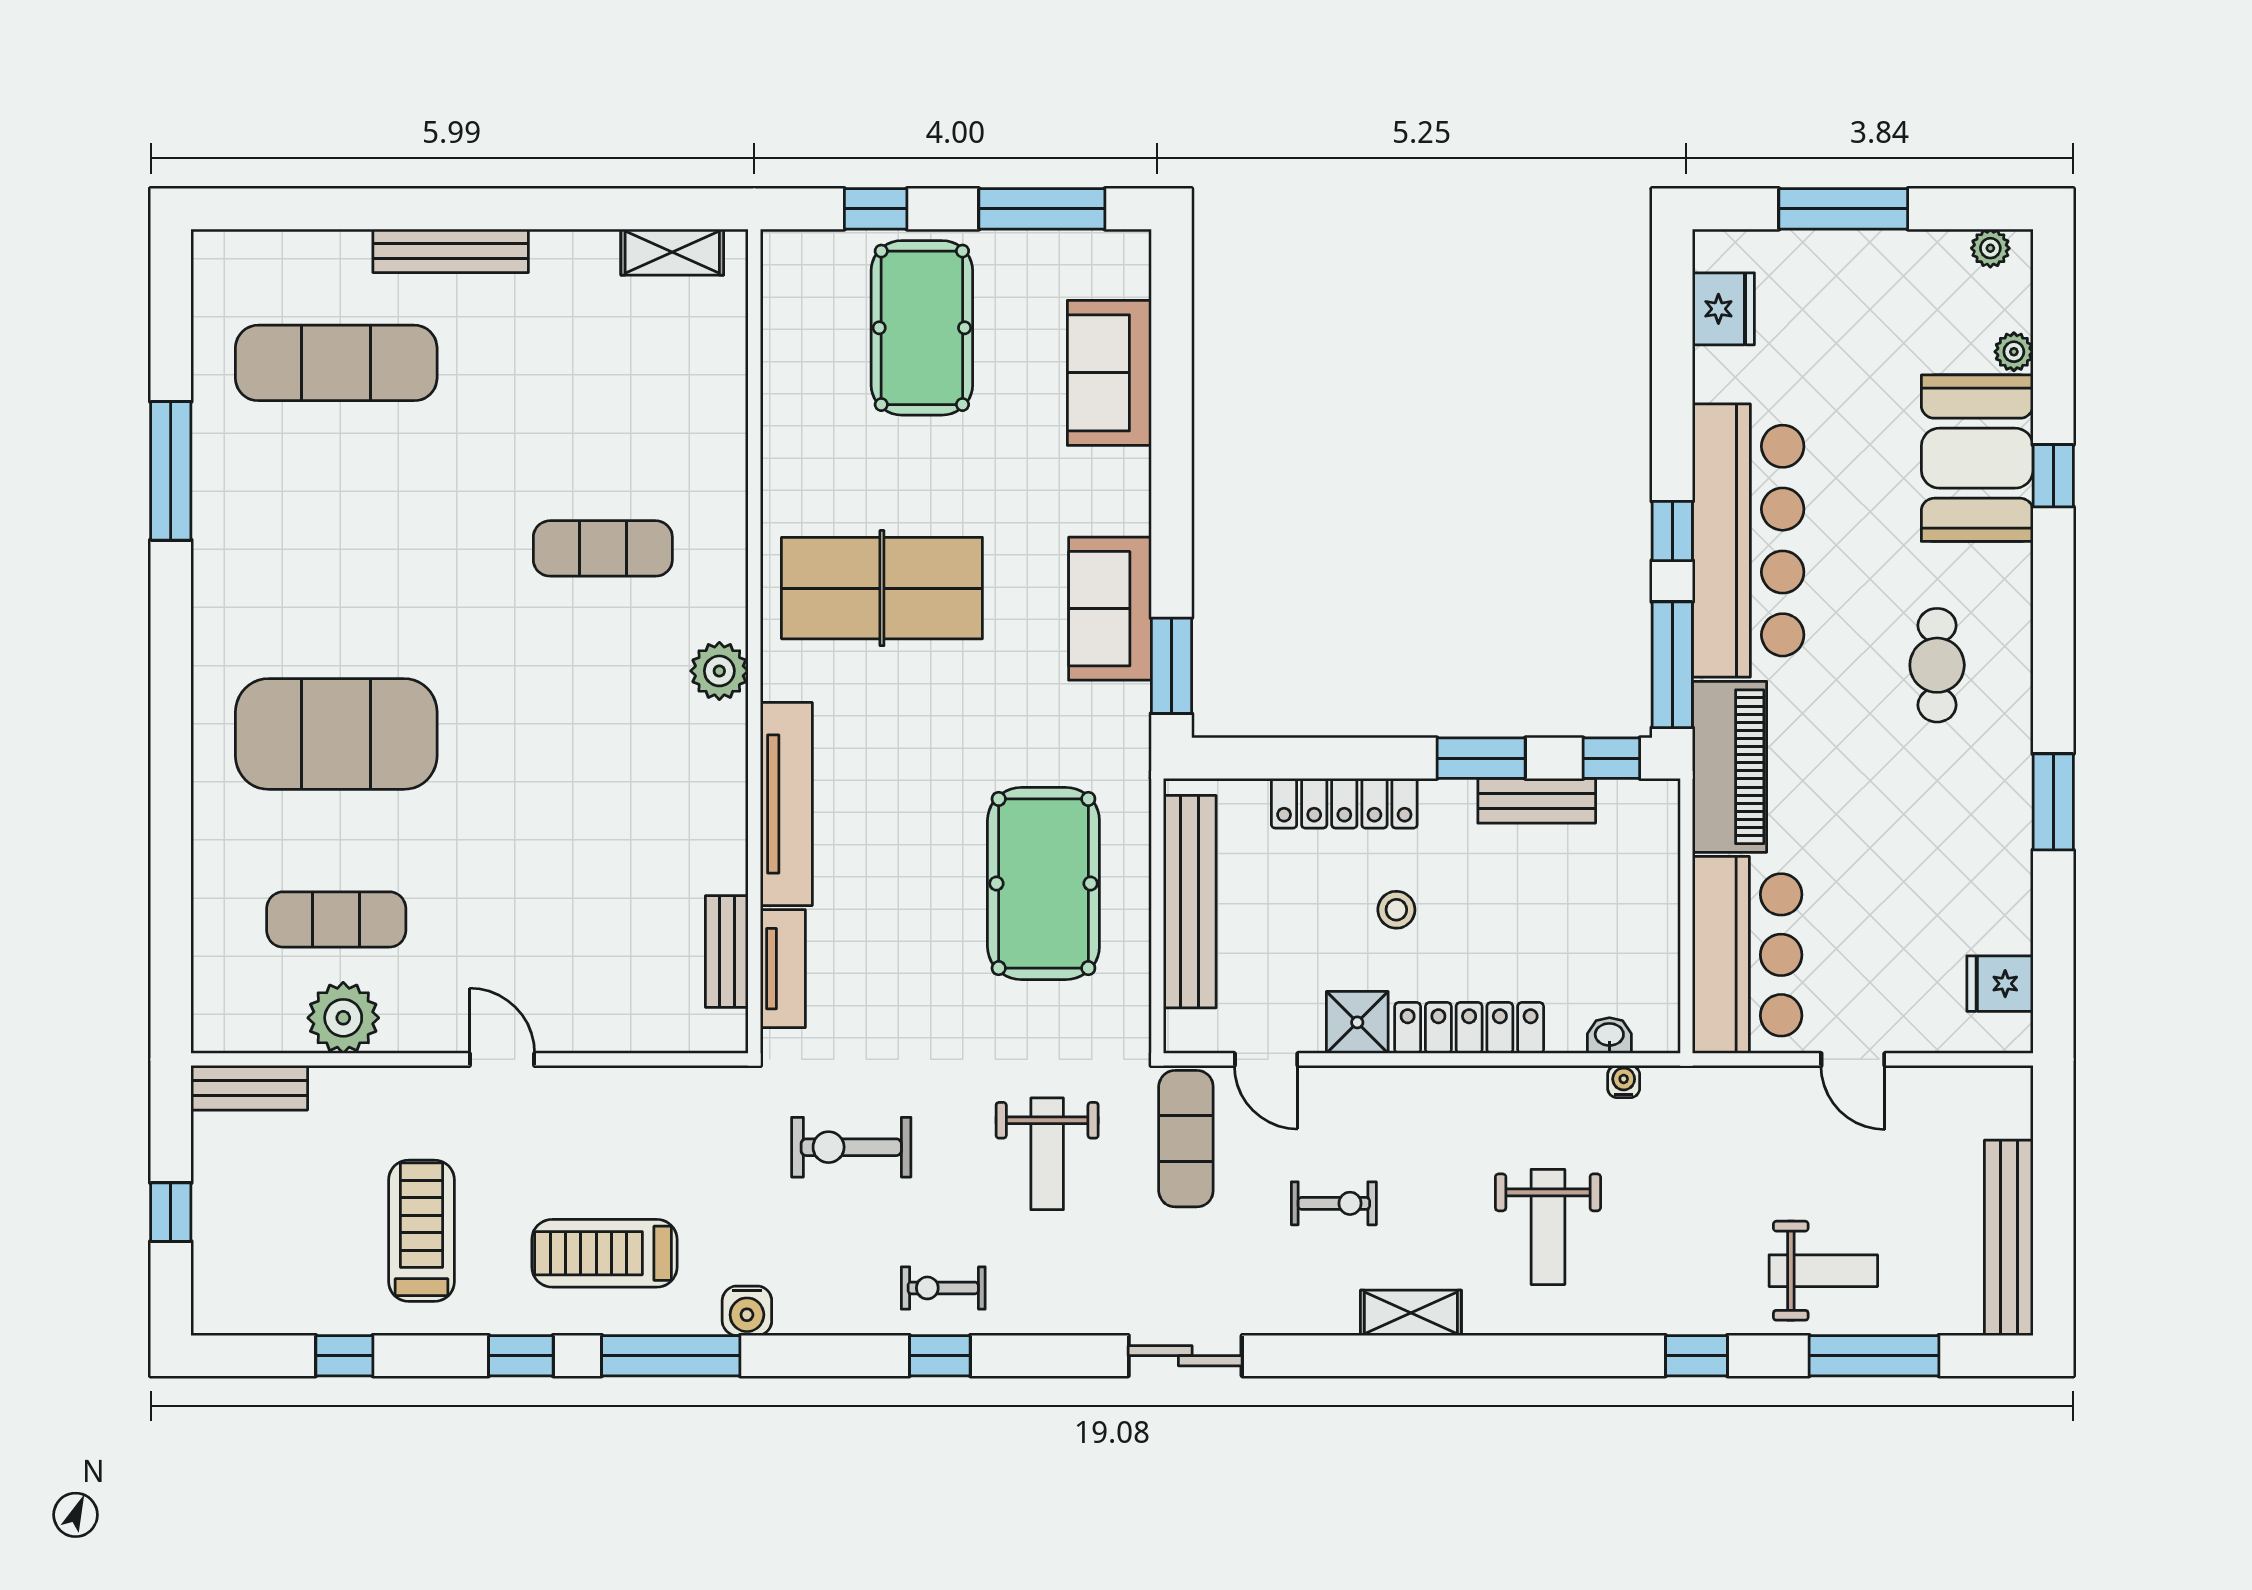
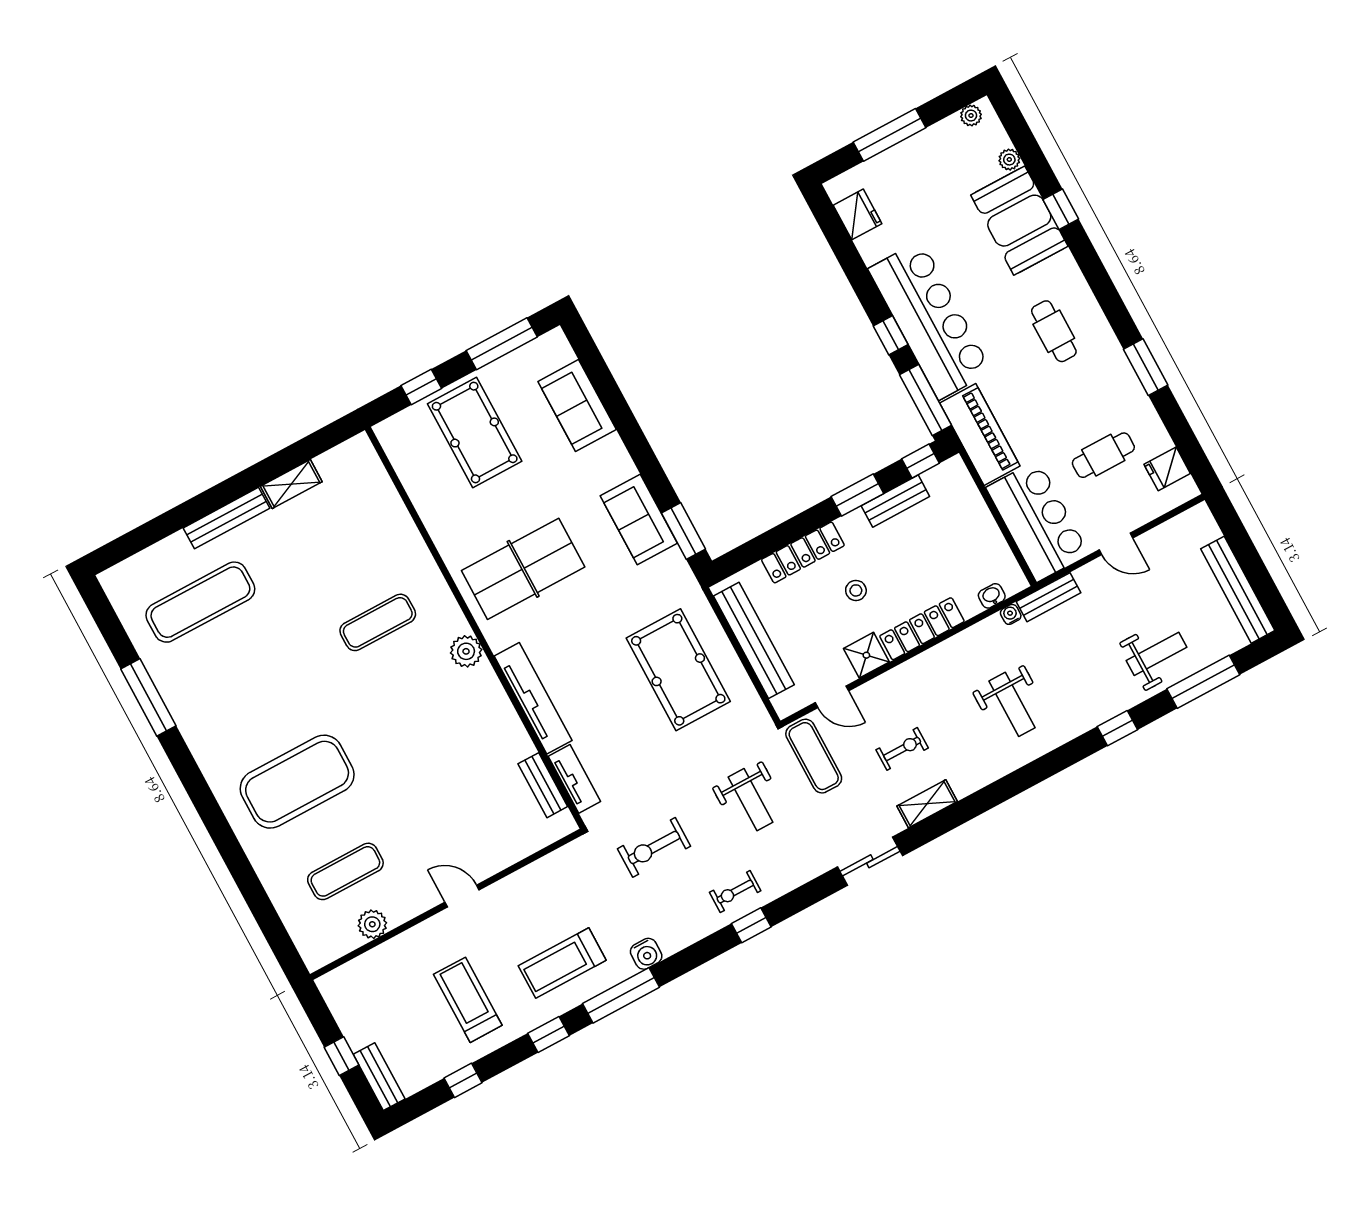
shelving: (672, 252) -> (291, 484), moved
cafe table: (1909, 906) -> (1103, 455), added
plant: (343, 1018) -> (372, 924), width x0.73, depth x0.73
bench: (1699, 1087) -> (1049, 597), added
bench: (249, 1088) -> (379, 1077), moved, turned 90
shelving: (1411, 1313) -> (927, 804), moved

